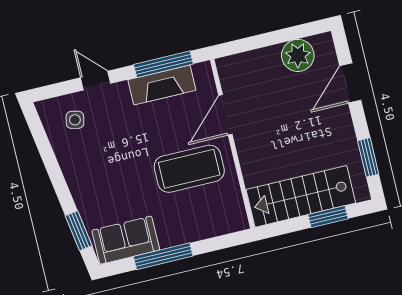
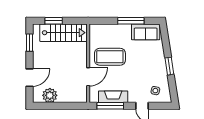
window: (79, 231) -> (169, 66), moved

